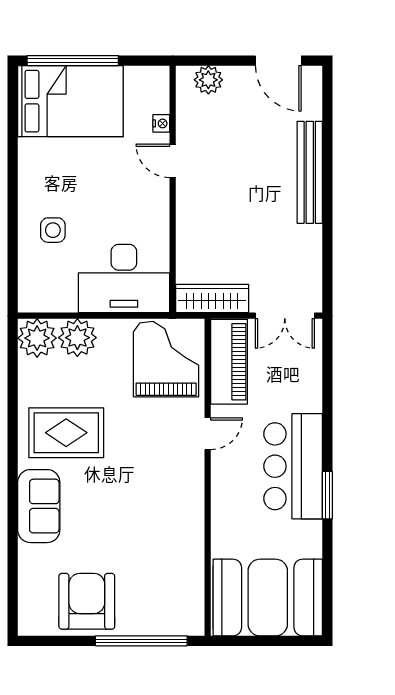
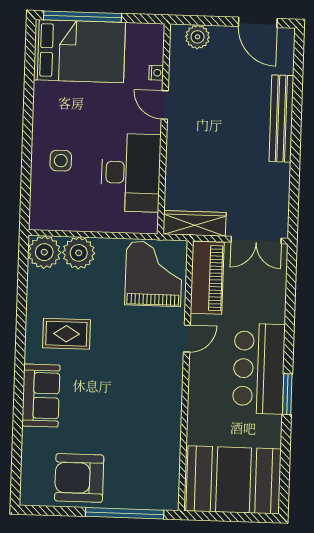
desk: (124, 278) -> (131, 173), moved, turned -90
rug: (66, 433) -> (66, 334), width x0.73, depth x0.70
armchair: (87, 601) -> (79, 478), turned -90

